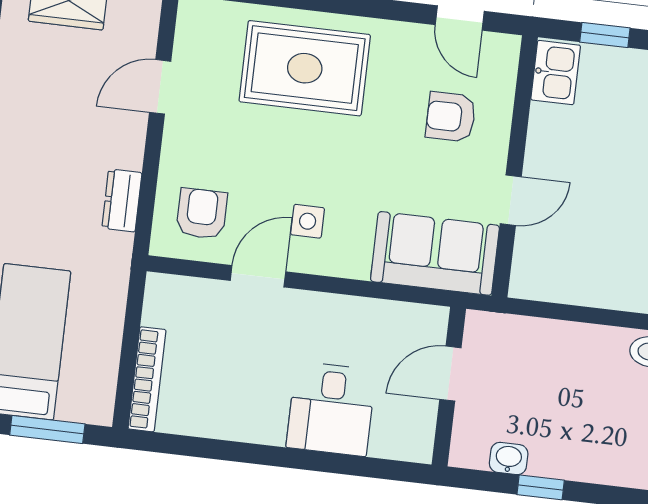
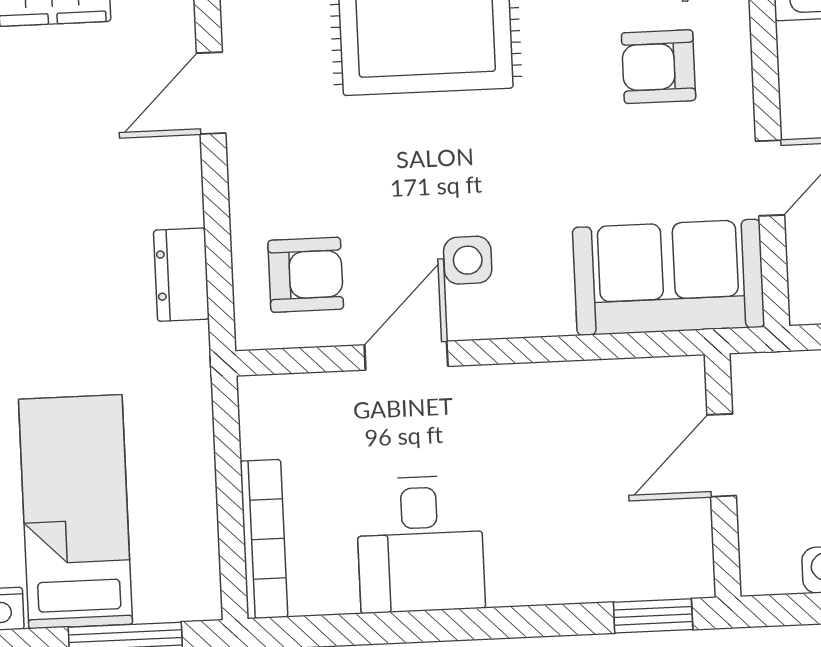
armchair: (202, 214) -> (306, 275), turned 90
desk: (331, 409) -> (420, 544), moved
window: (389, 470) -> (653, 616), added

